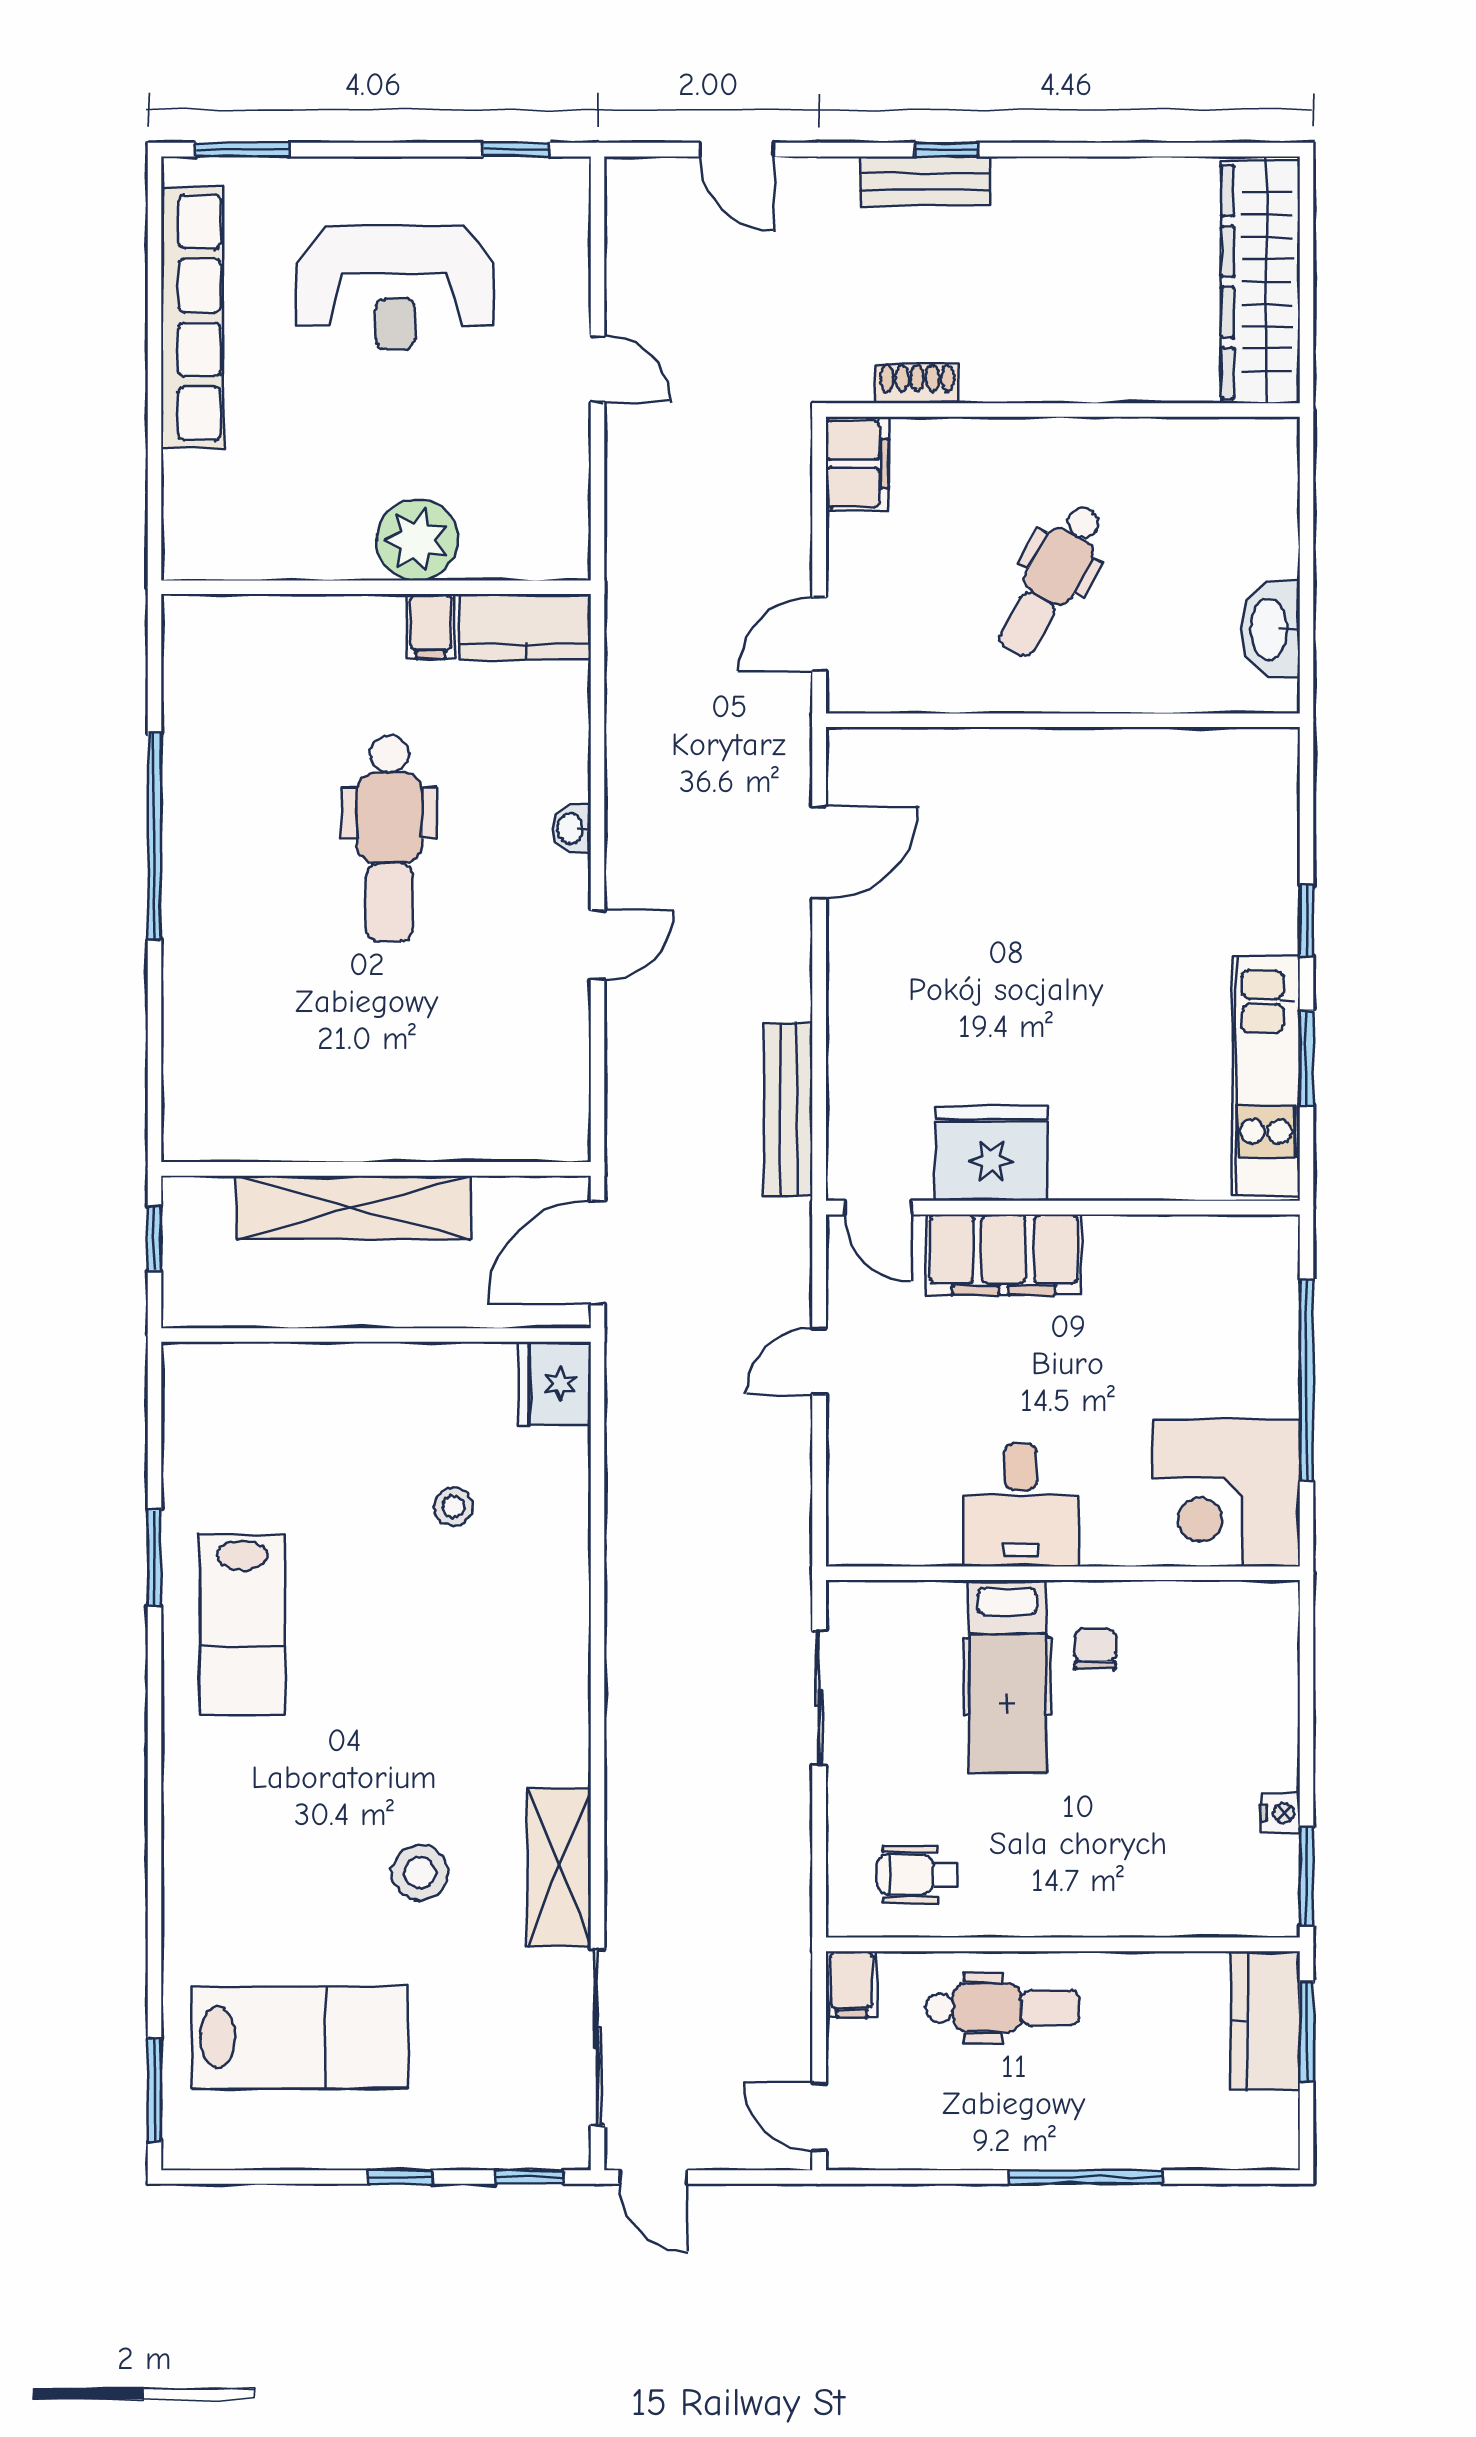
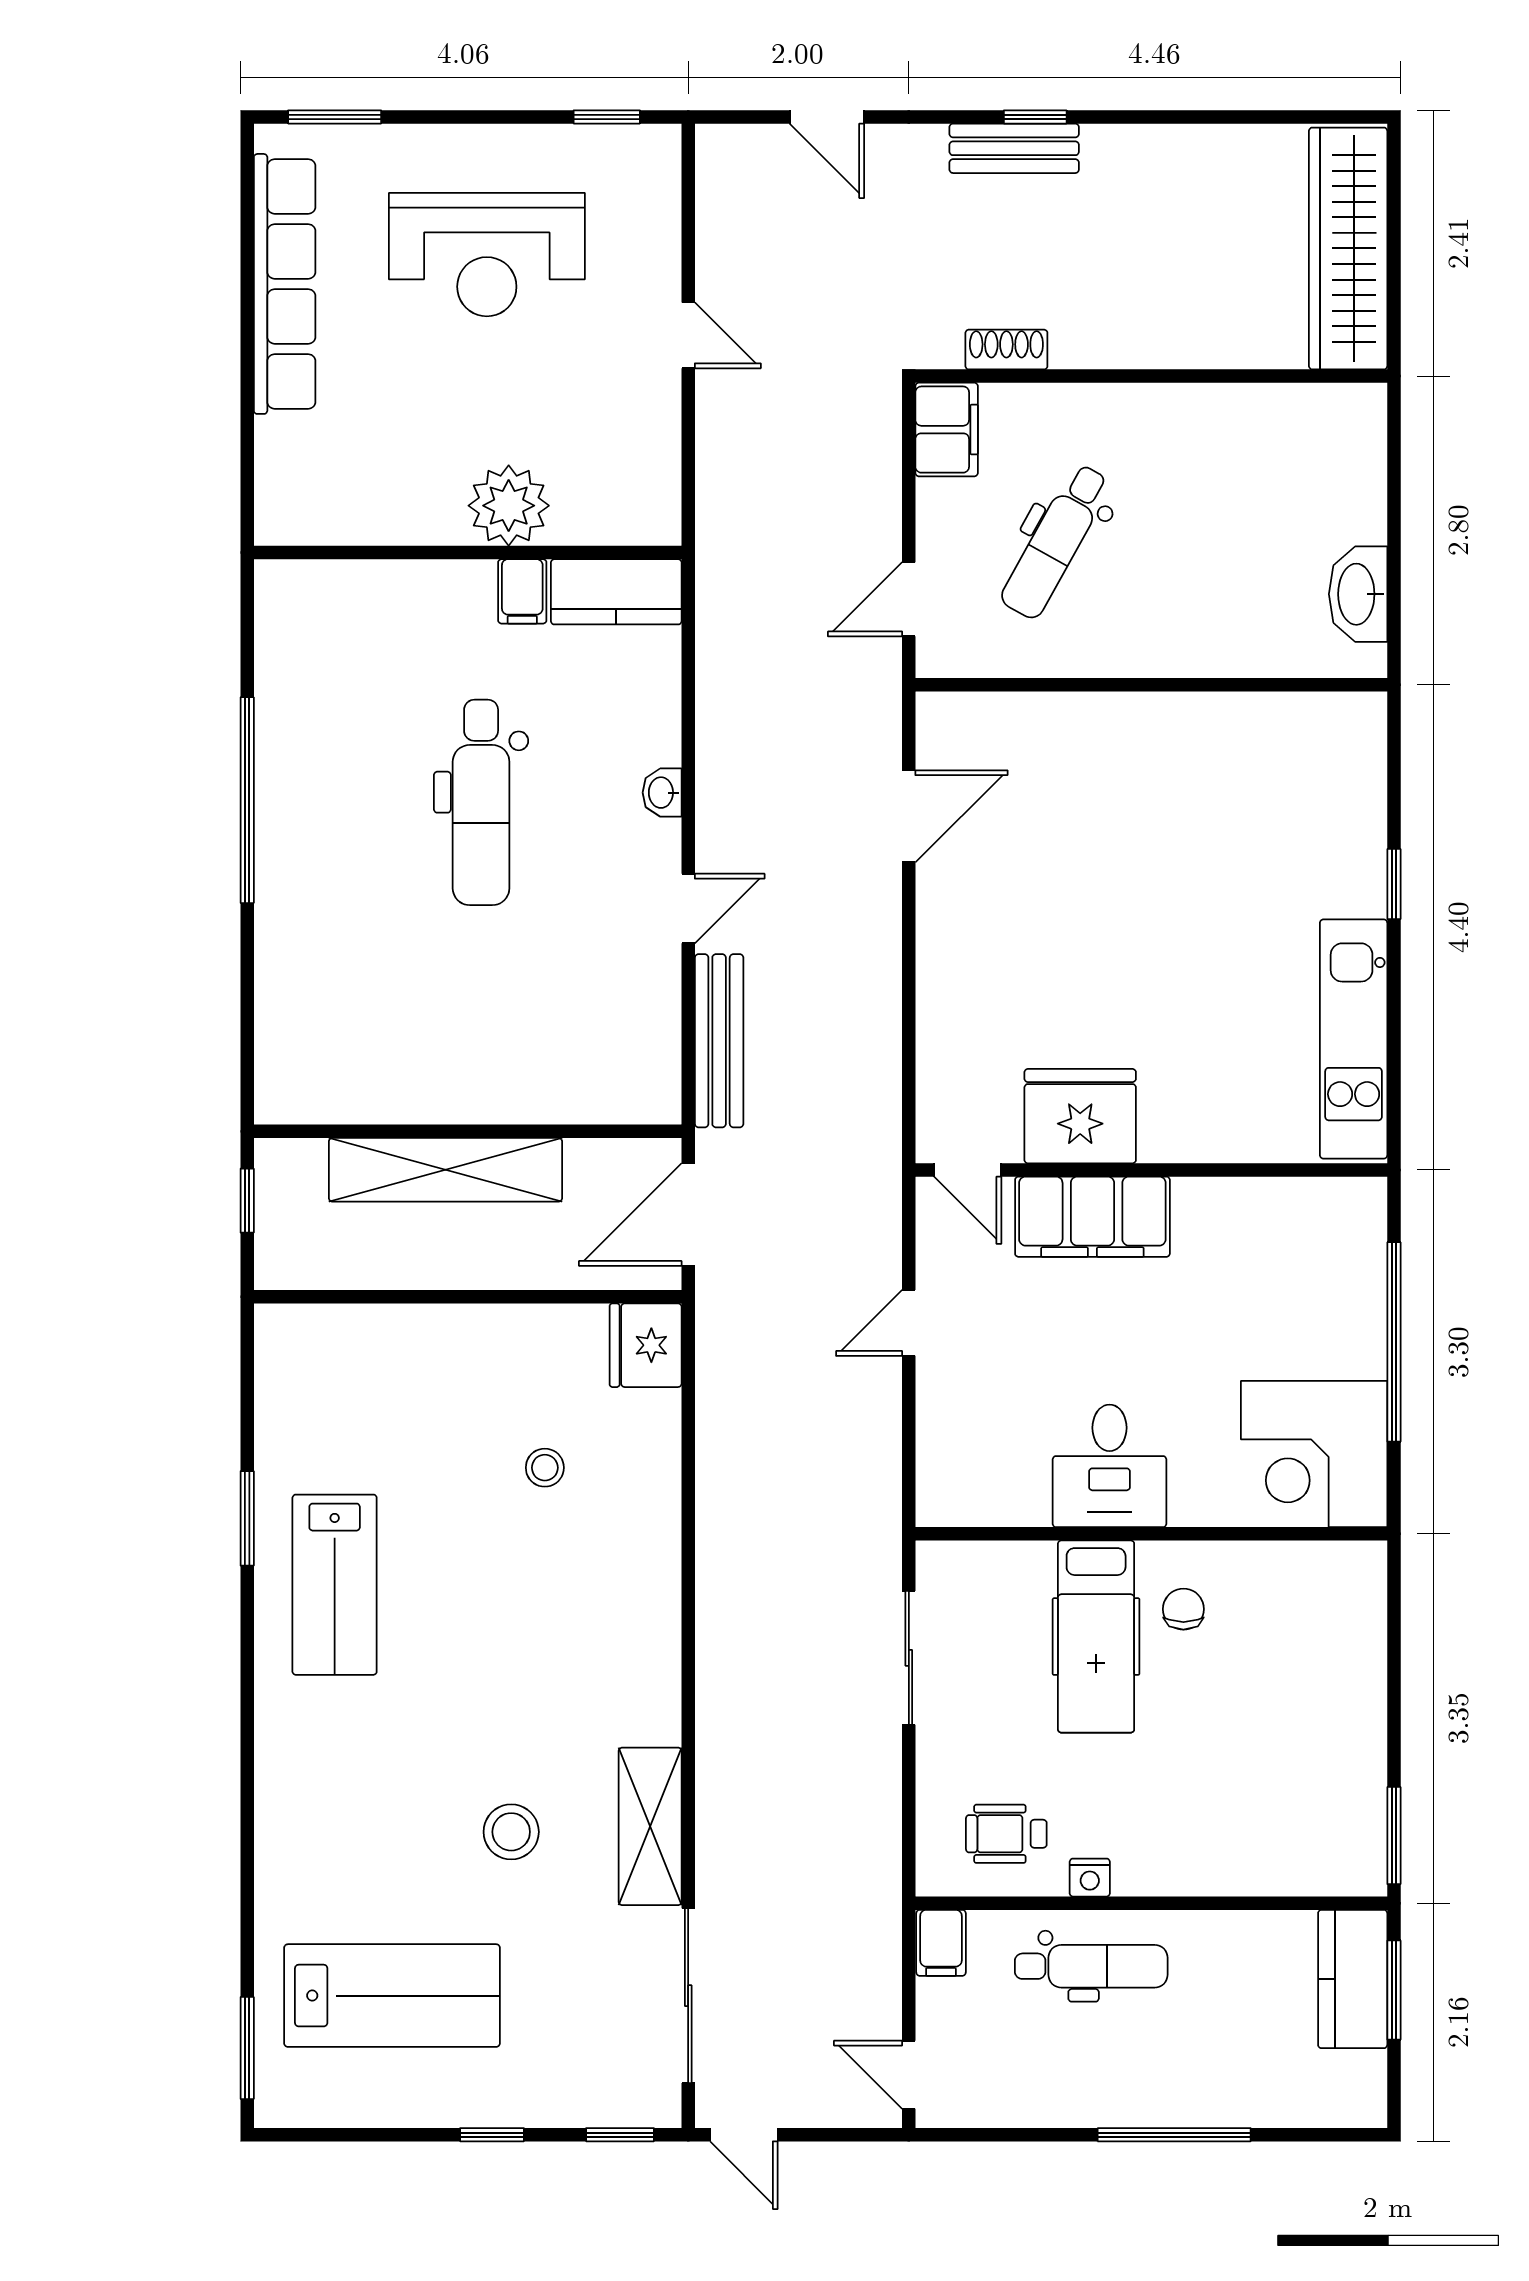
dental chair: (1051, 581) -> (1056, 541), moved
window: (1307, 1058) -> (1394, 1021), removed
bench: (788, 1109) -> (719, 1041), moved
nightstand: (1281, 1813) -> (1090, 1878), moved, turned 90

